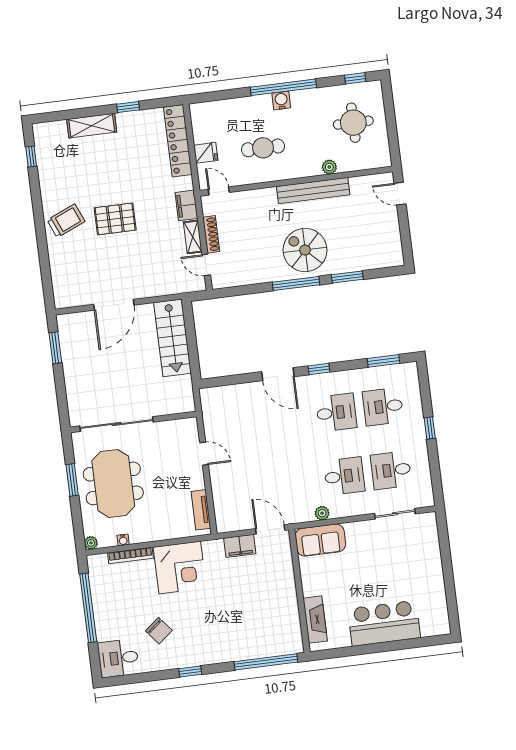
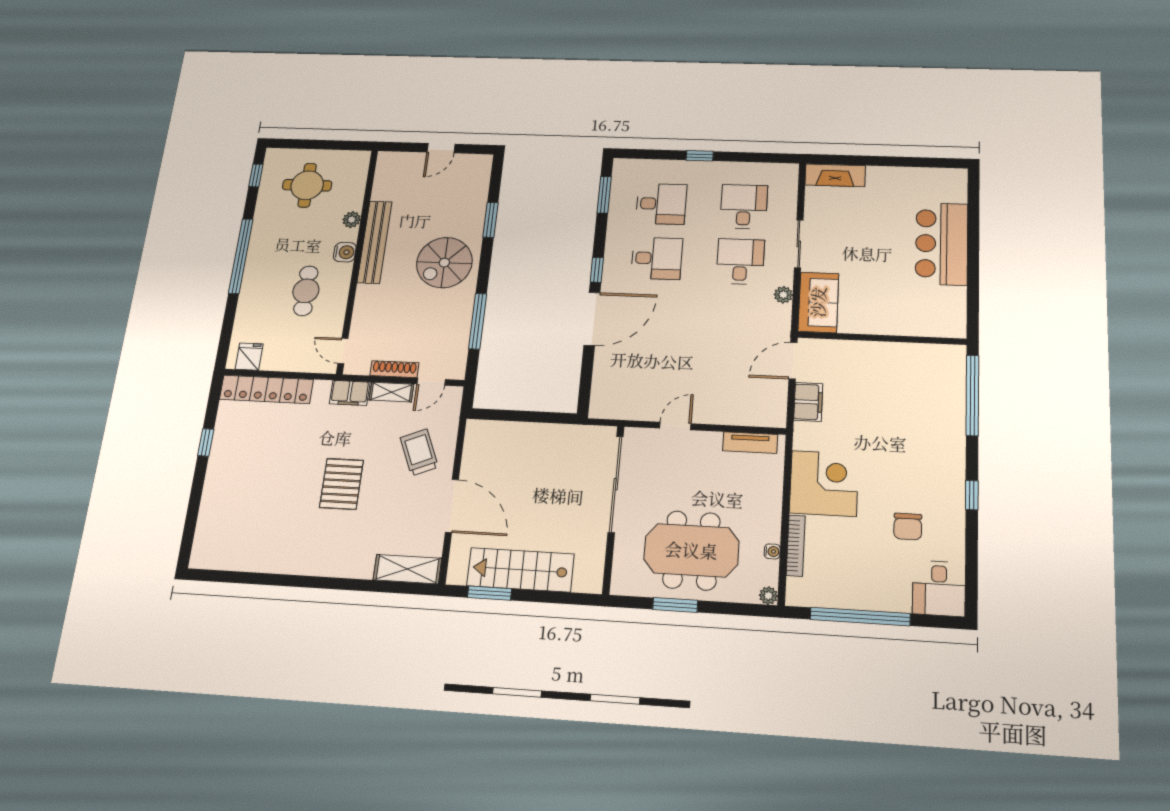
water cooler: (281, 101) -> (345, 252), moved, turned 180
shelving: (92, 126) -> (407, 569), moved, turned 90
fridge: (206, 153) -> (249, 357), moved
window: (31, 156) -> (230, 577), removed
door: (219, 191) -> (343, 351), hinge flipped
door: (400, 194) -> (441, 148), moved
trolley: (66, 221) -> (419, 452), moved
window: (296, 283) -> (478, 321), moved
stairs: (172, 338) -> (520, 570), moved, turned 180
door: (278, 374) -> (592, 319), width x1.36
desk: (383, 407) -> (661, 204), turned -90
desk: (336, 413) -> (657, 258), turned 90
sliding door: (117, 424) -> (616, 484), moved
desk: (391, 470) -> (744, 207), turned 180
sliding door: (395, 514) -> (799, 244), moved
fireplace: (315, 620) -> (835, 175), moved, turned 180
chair: (159, 631) -> (908, 527), turned 129

